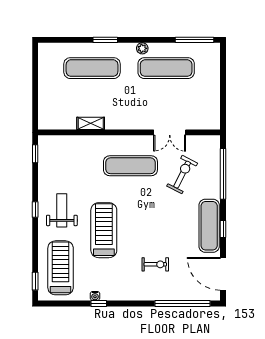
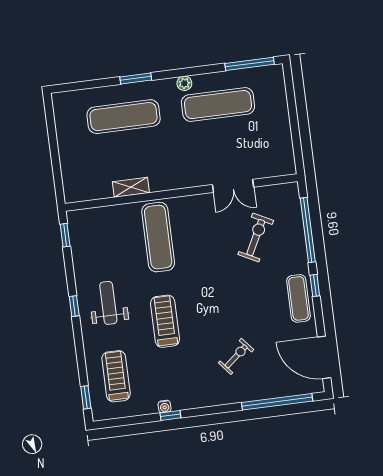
exercise mat: (130, 166) -> (158, 237), moved, turned 90
exercise mat: (209, 226) -> (298, 298), width x0.73, depth x0.69
window: (223, 229) -> (315, 285), moved
treadmill: (104, 230) -> (165, 321), width x0.73, depth x0.73
exercise bike: (155, 264) -> (236, 356), turned -40
treadmill: (61, 268) -> (116, 376), width x0.73, depth x0.73

